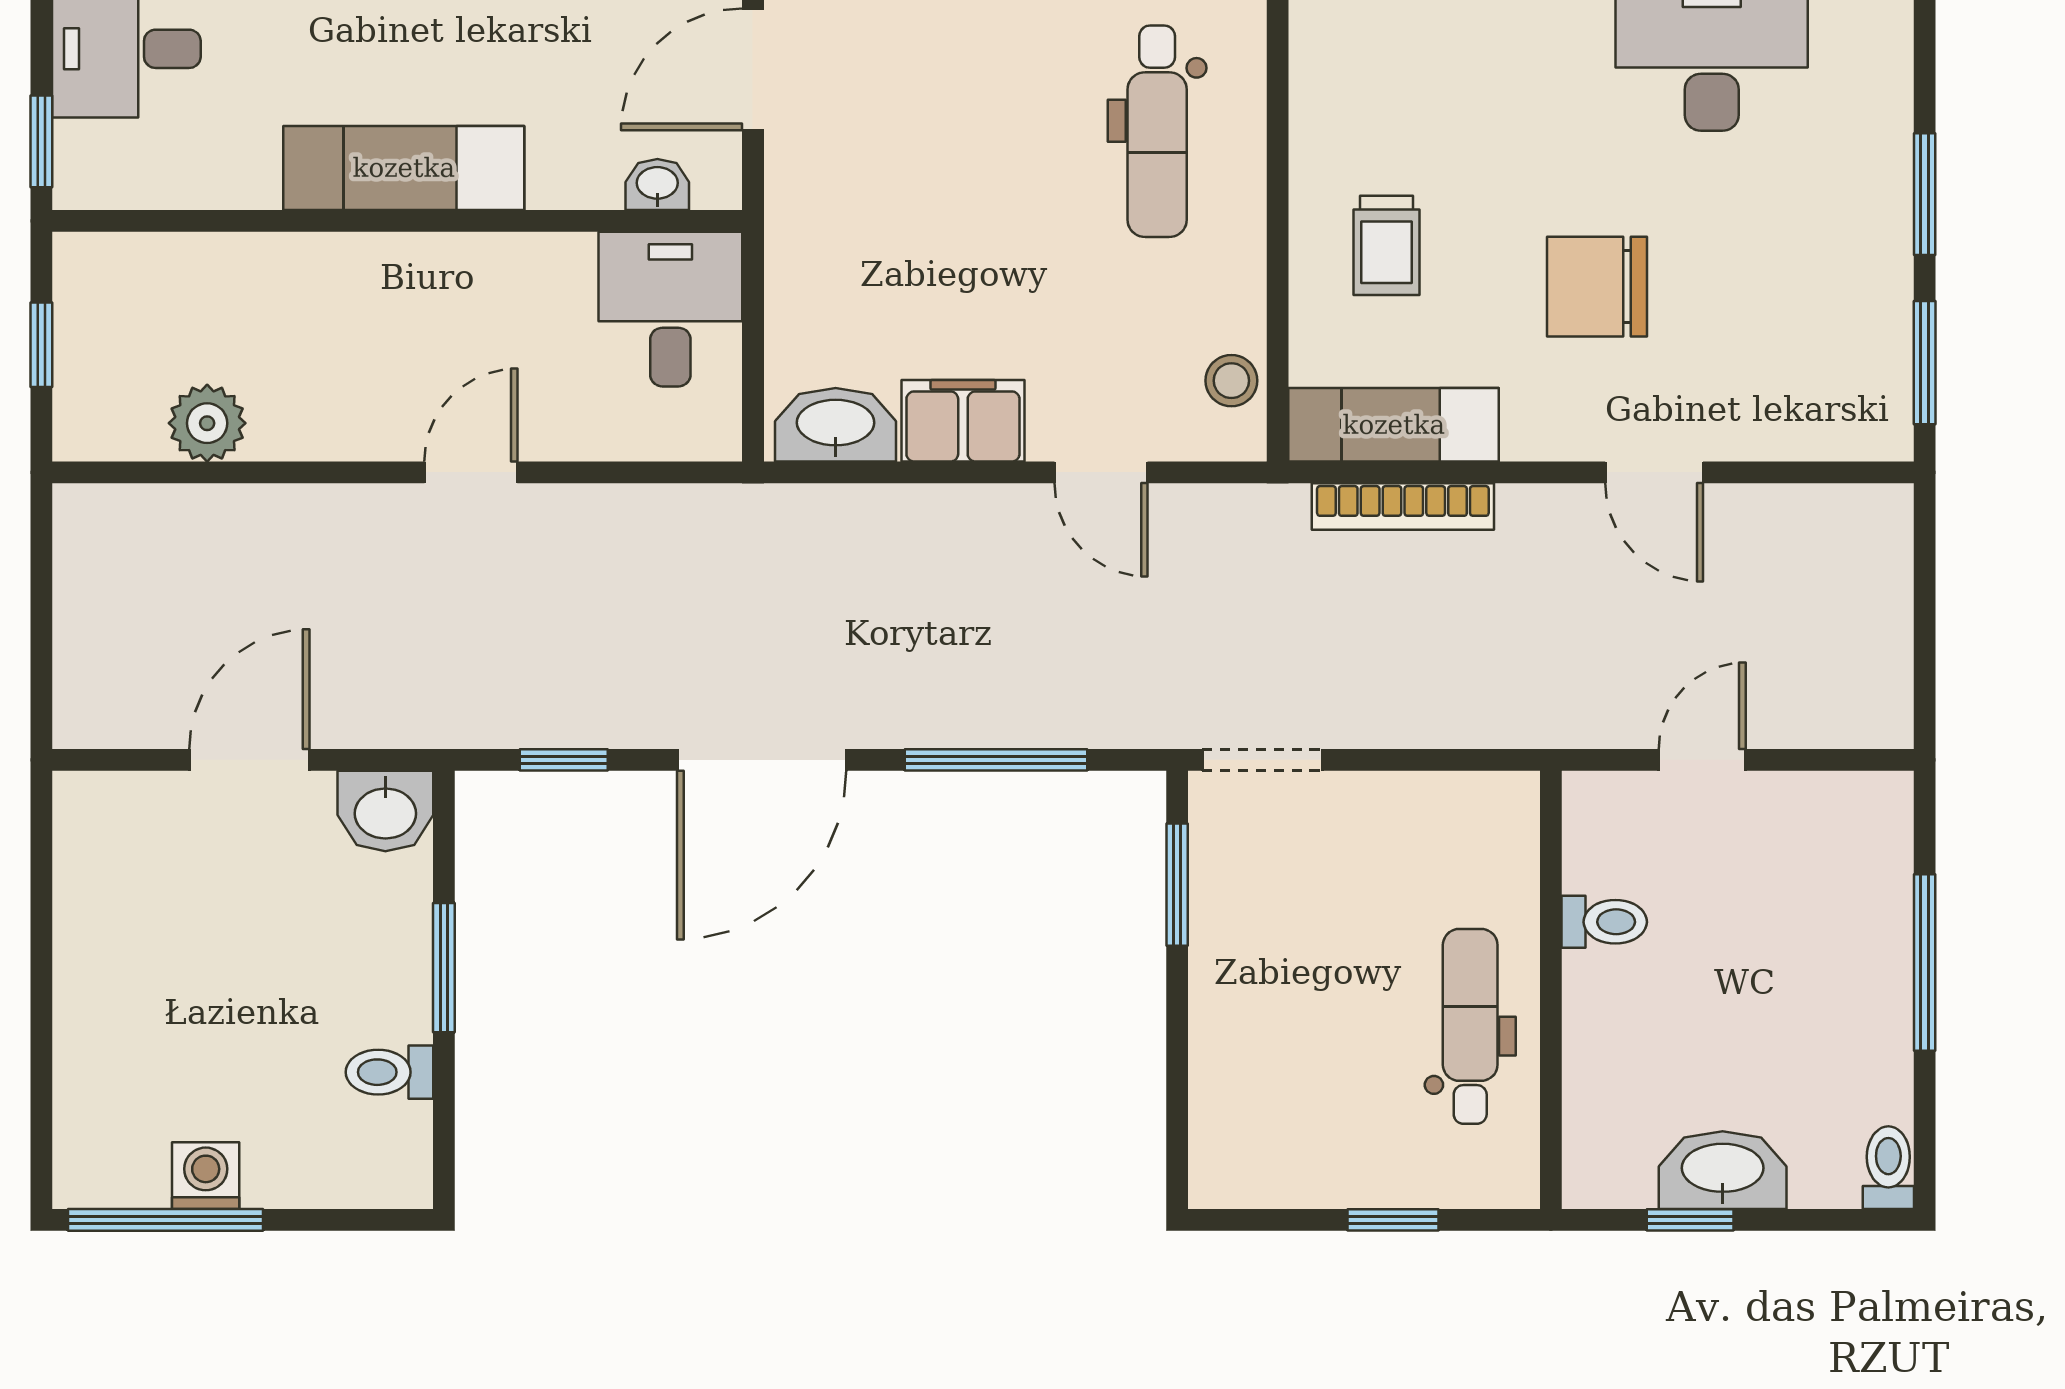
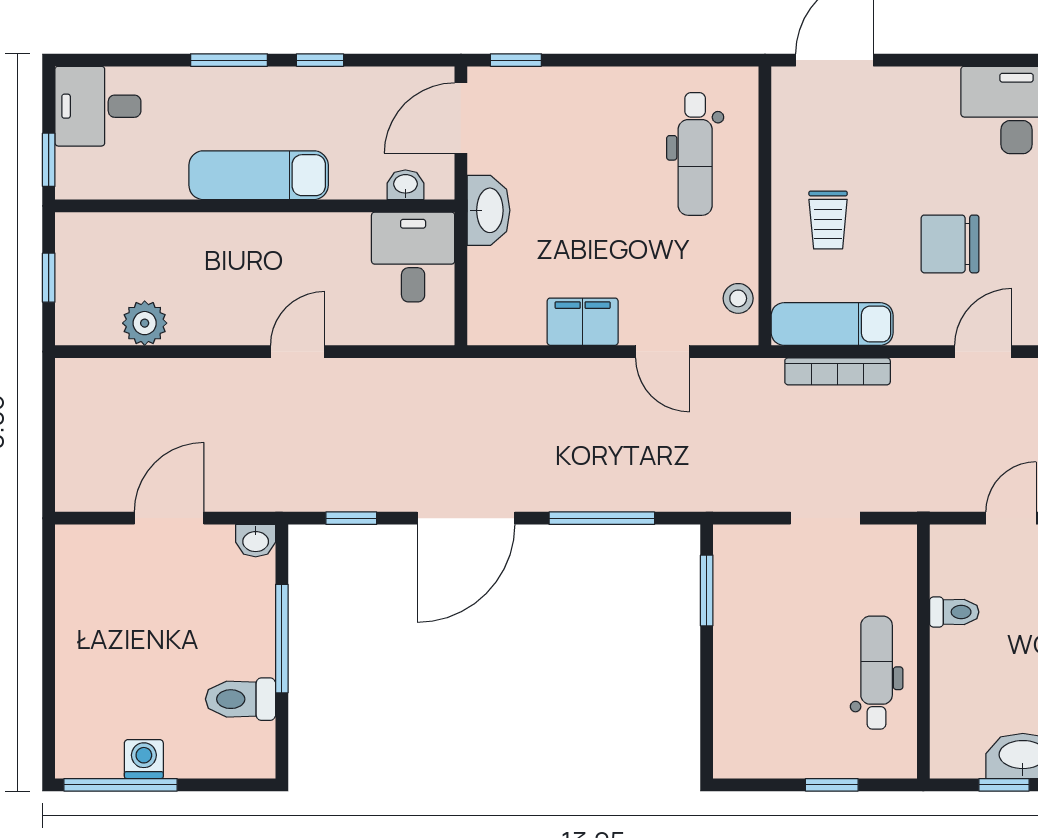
washbasin: (836, 425) -> (489, 210), moved, turned 90
door: (1654, 472) -> (983, 352), swing flipped
doorway: (1262, 760) -> (825, 518), moved
washbasin: (385, 811) -> (256, 541), width x0.72, depth x0.69
window: (444, 968) -> (282, 639), width x1.44
toilet: (389, 1072) -> (241, 699), width x1.37, depth x1.39

